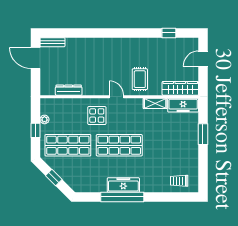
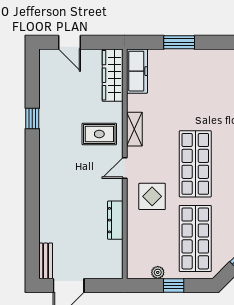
window: (169, 33) -> (32, 118), moved
dresser: (69, 90) -> (115, 220), moved
shelving: (155, 103) -> (134, 129), moved

